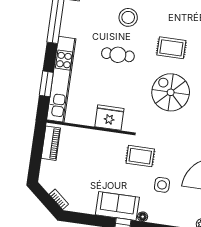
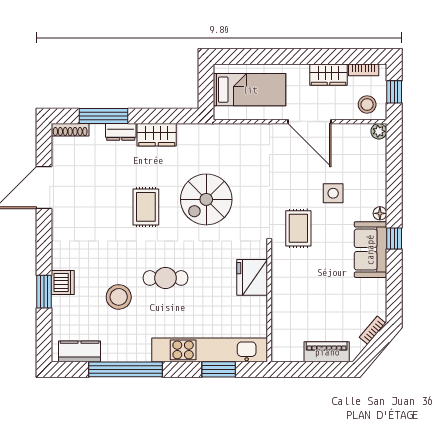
stool: (128, 17) -> (119, 297), moved
cafe table: (118, 55) -> (165, 278), turned 90
piano: (51, 143) -> (327, 352), moved

